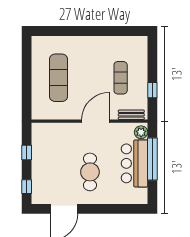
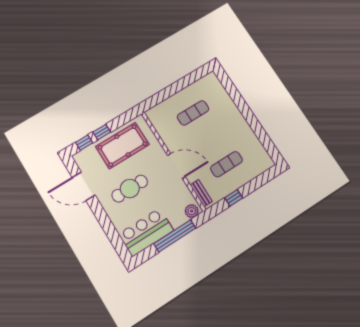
exercise mat: (59, 78) -> (193, 113), width x0.73, depth x0.69
window: (27, 152) -> (102, 132), moved
pool table: (49, 156) -> (122, 146), added
bar counter: (134, 163) -> (146, 232), moved

